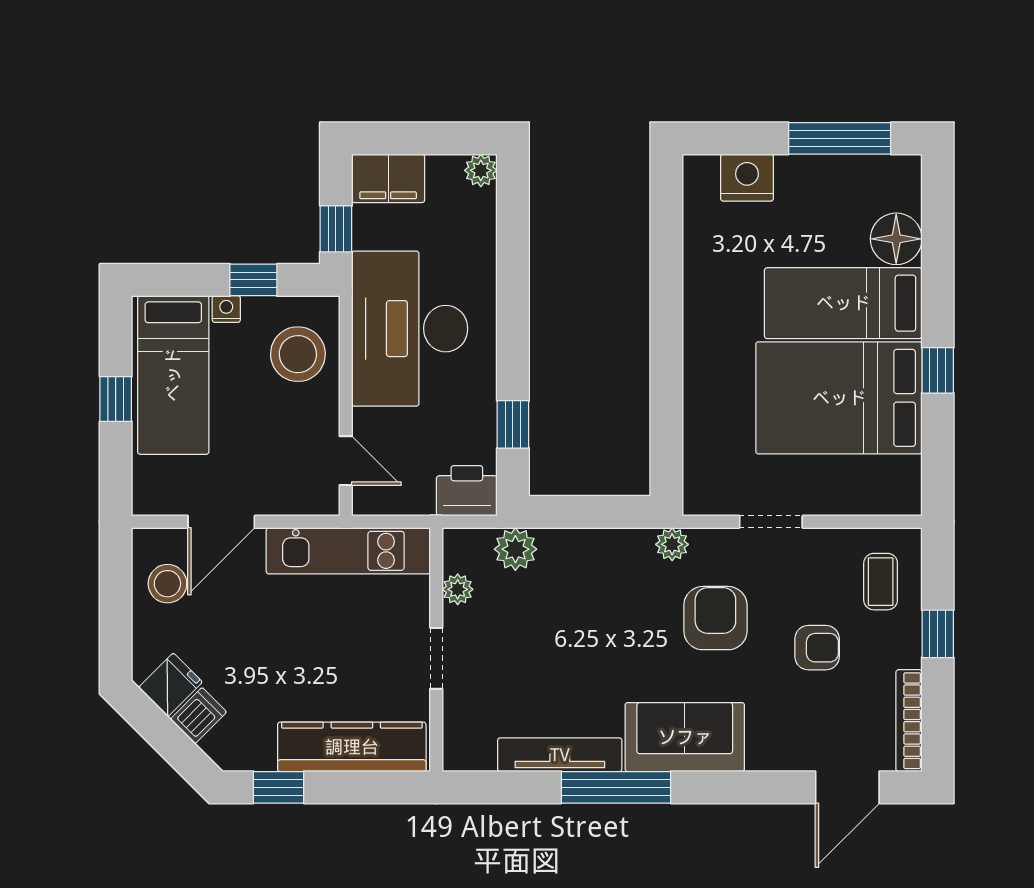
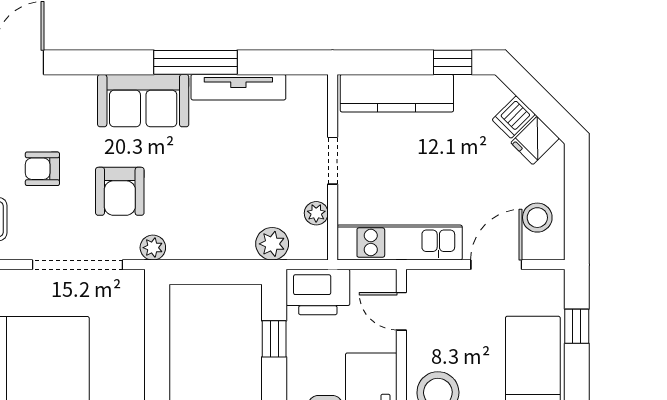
window: (116, 399) -> (577, 326), moved
printer: (467, 491) -> (318, 292), width x1.37, depth x1.19
doorway: (771, 522) -> (78, 265), width x1.88

